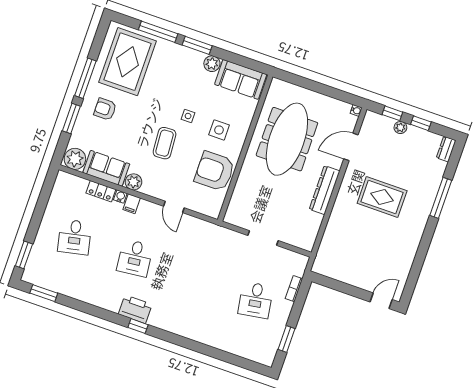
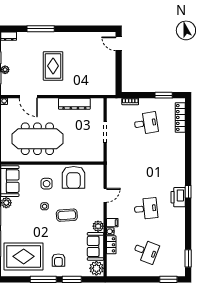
dresser: (325, 190) -> (74, 104), moved
desk: (75, 237) -> (146, 251), turned 33
locker: (247, 351) -> (180, 117), added

